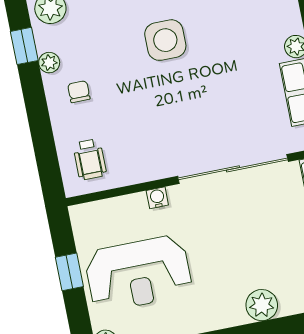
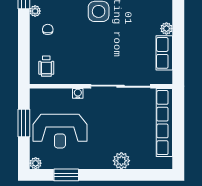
window: (69, 272) -> (24, 123), width x1.50

